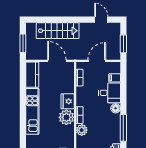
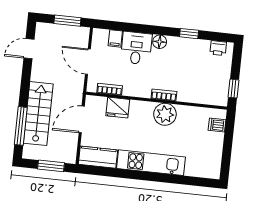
window: (48, 20) -> (21, 126), added
fridge: (68, 101) -> (118, 108), moved
window: (123, 128) -> (189, 34), width x0.46
plant: (82, 130) -> (186, 94), removed

